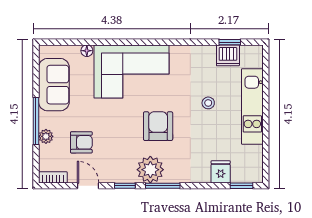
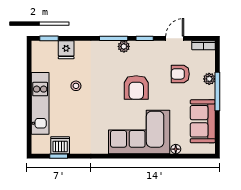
stool: (208, 103) -> (76, 86), moved
armchair: (158, 126) -> (136, 87), moved
plant: (150, 170) -> (124, 46), width x0.53, depth x0.53
door: (88, 186) -> (175, 38), swing flipped

